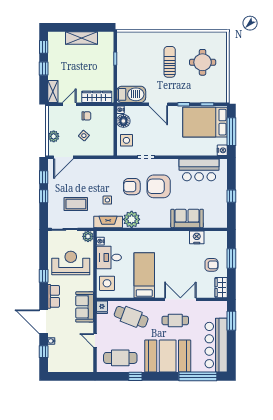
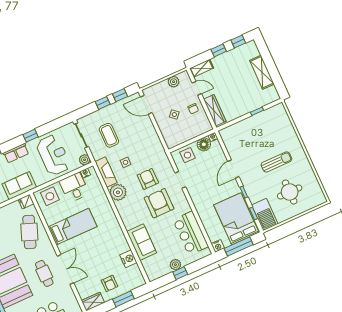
barbecue: (131, 94) -> (265, 214), moved
plant: (54, 136) -> (174, 82), moved
plant: (222, 197) -> (175, 265), added

